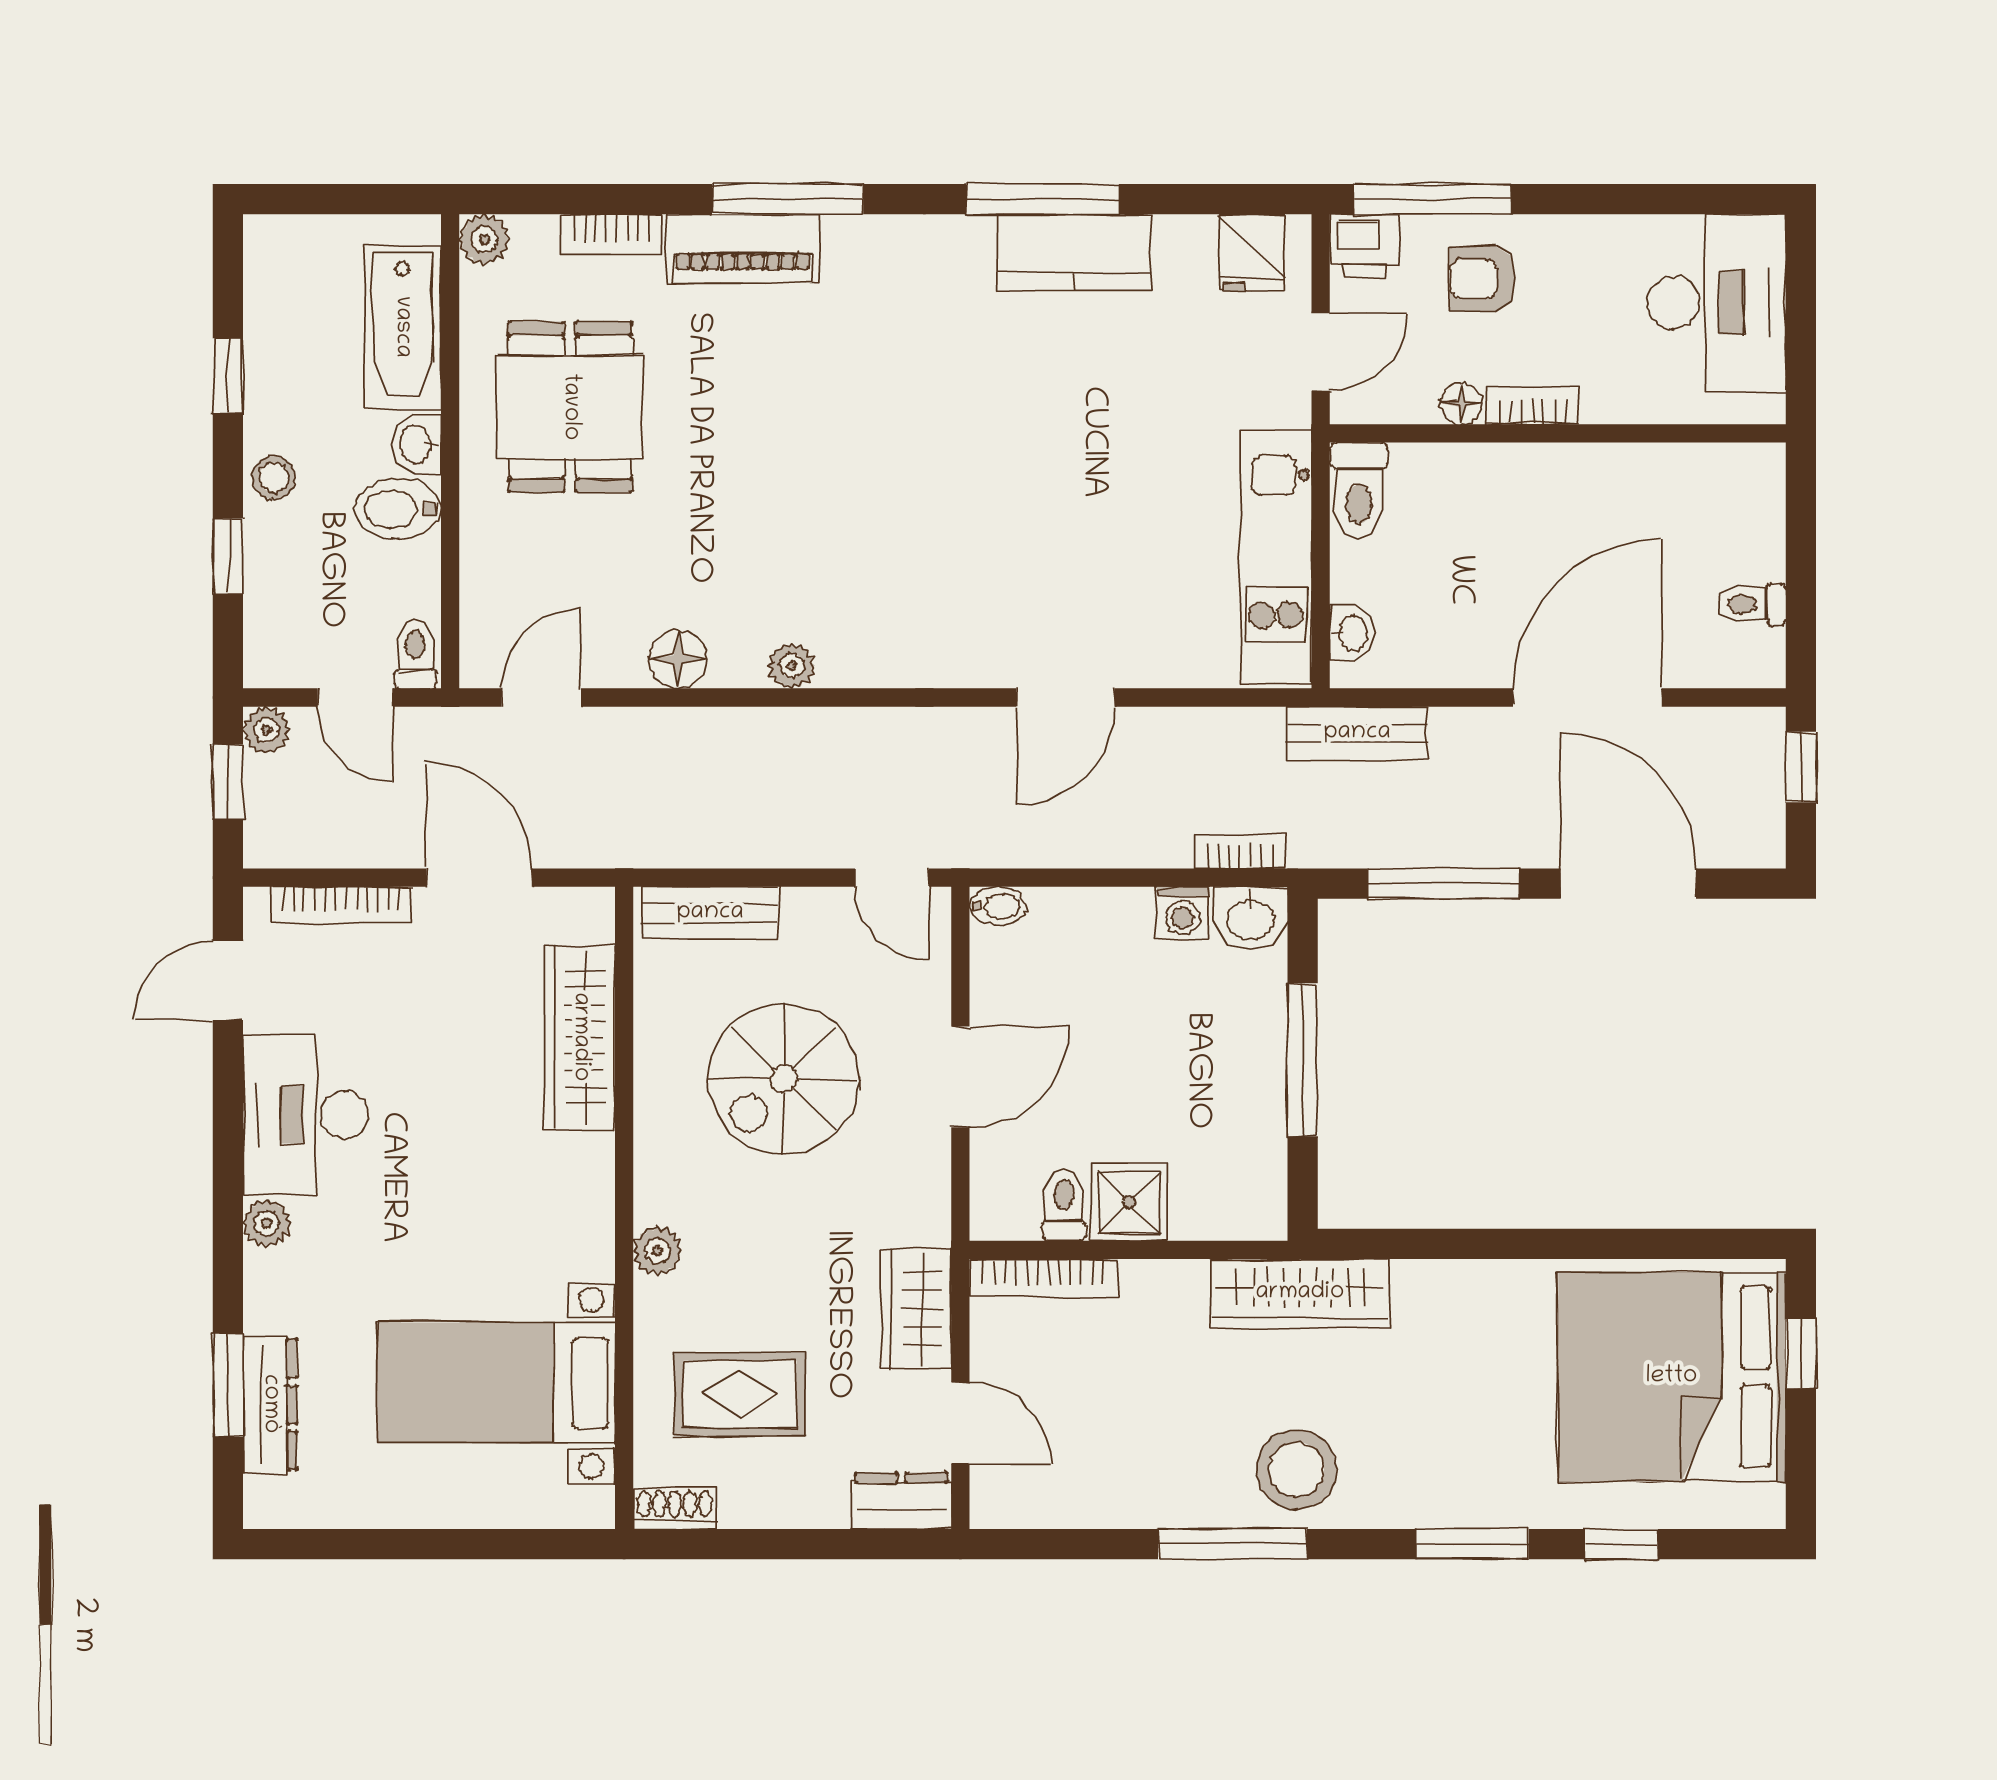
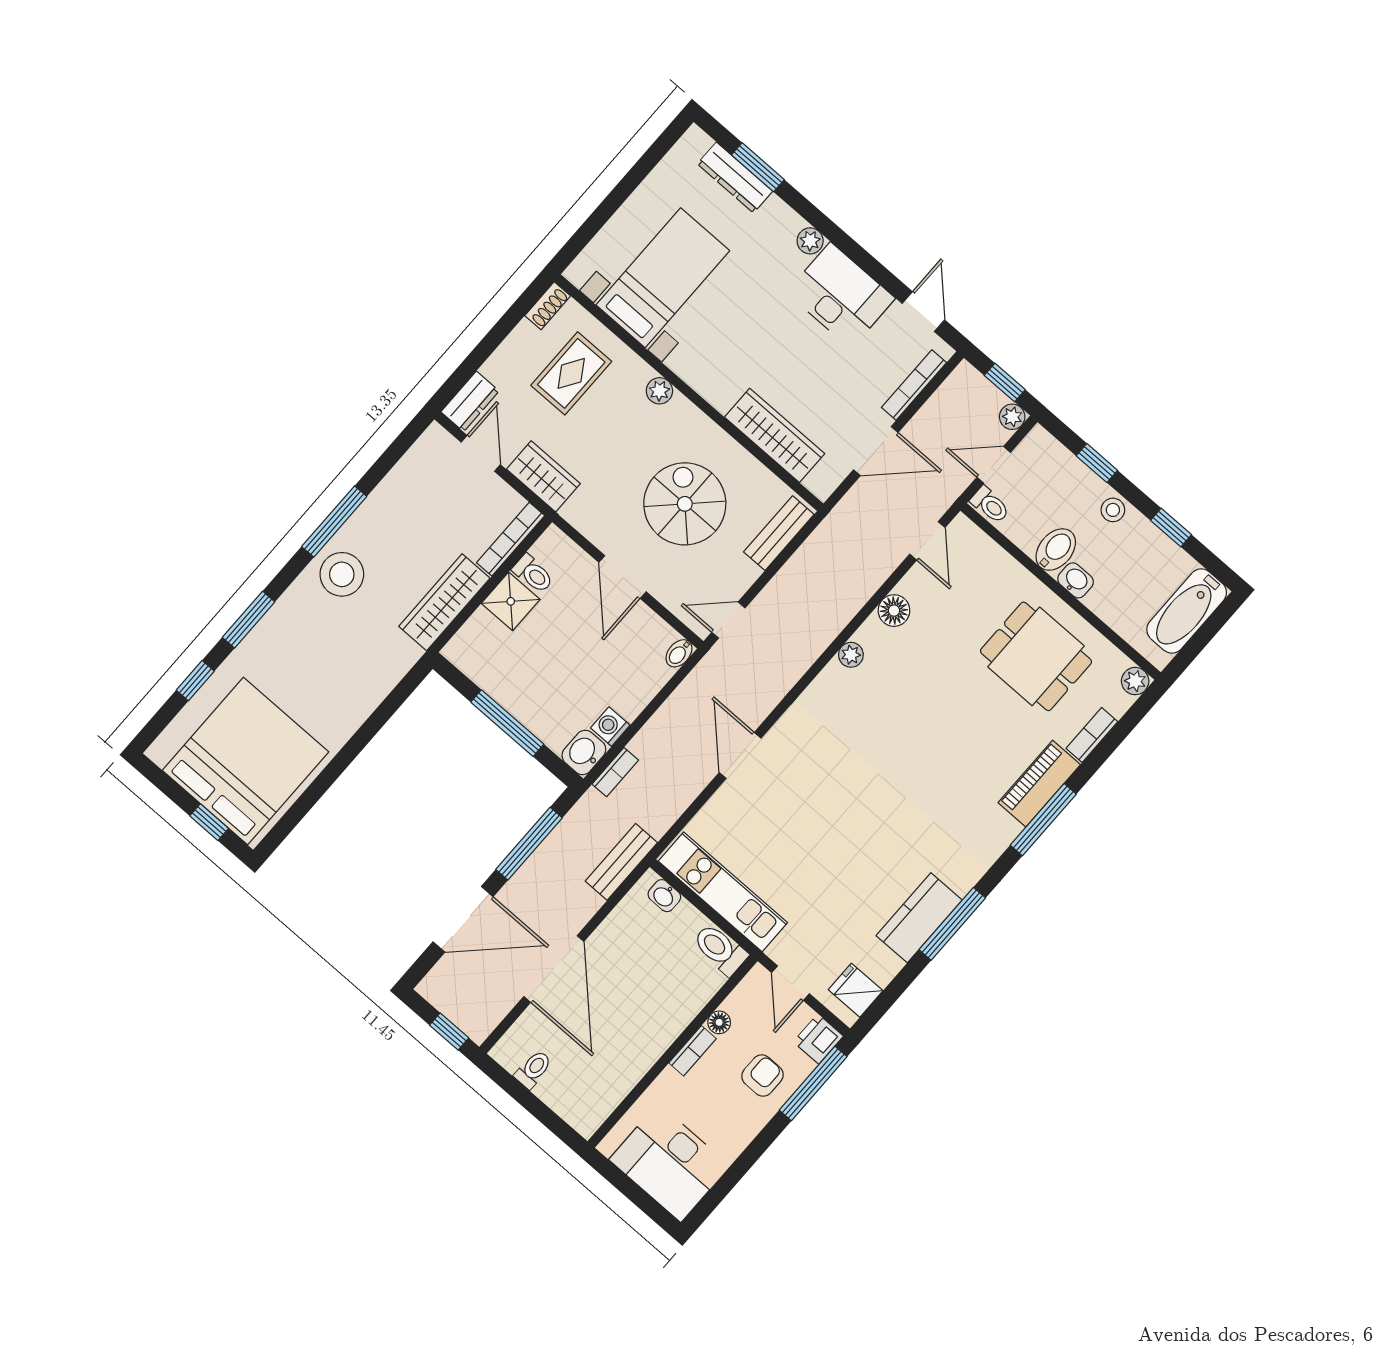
bathtub: (402, 327) -> (1187, 611), moved, turned -90
wardrobe: (1300, 1293) -> (444, 602), moved
door: (960, 1423) -> (481, 453), swing flipped

